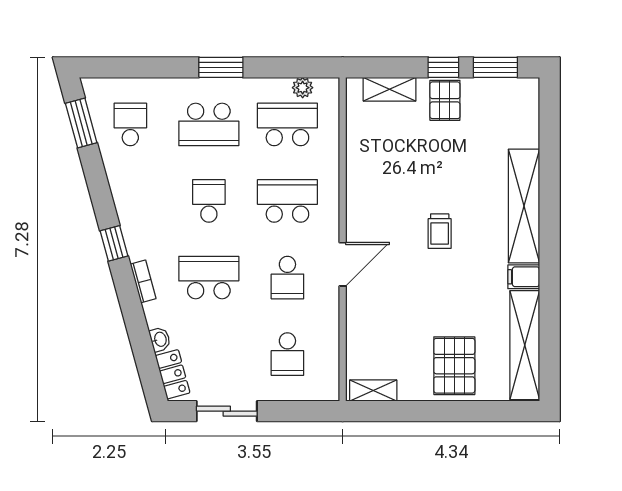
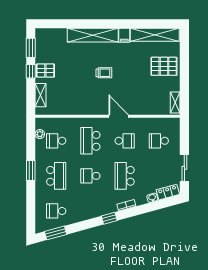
school desk: (287, 124) -> (56, 141), width x0.54
school desk: (287, 354) -> (159, 141), turned 180

